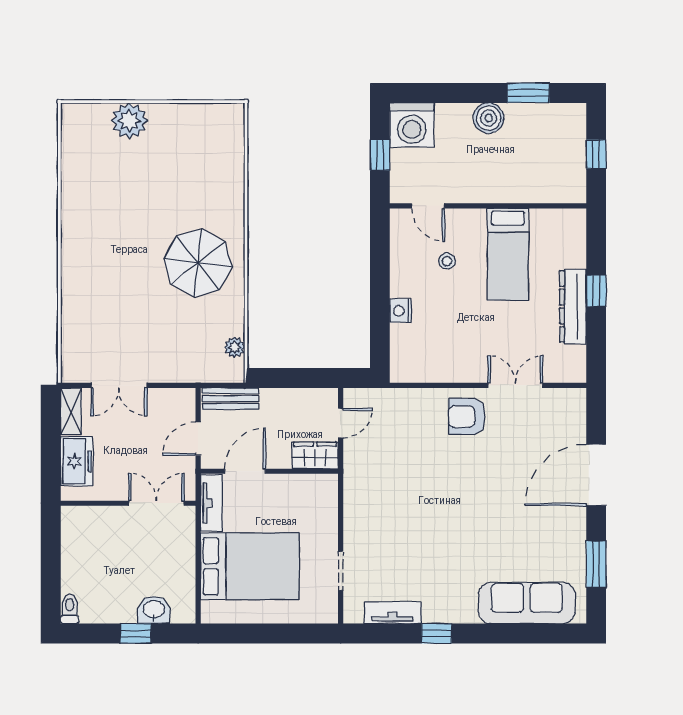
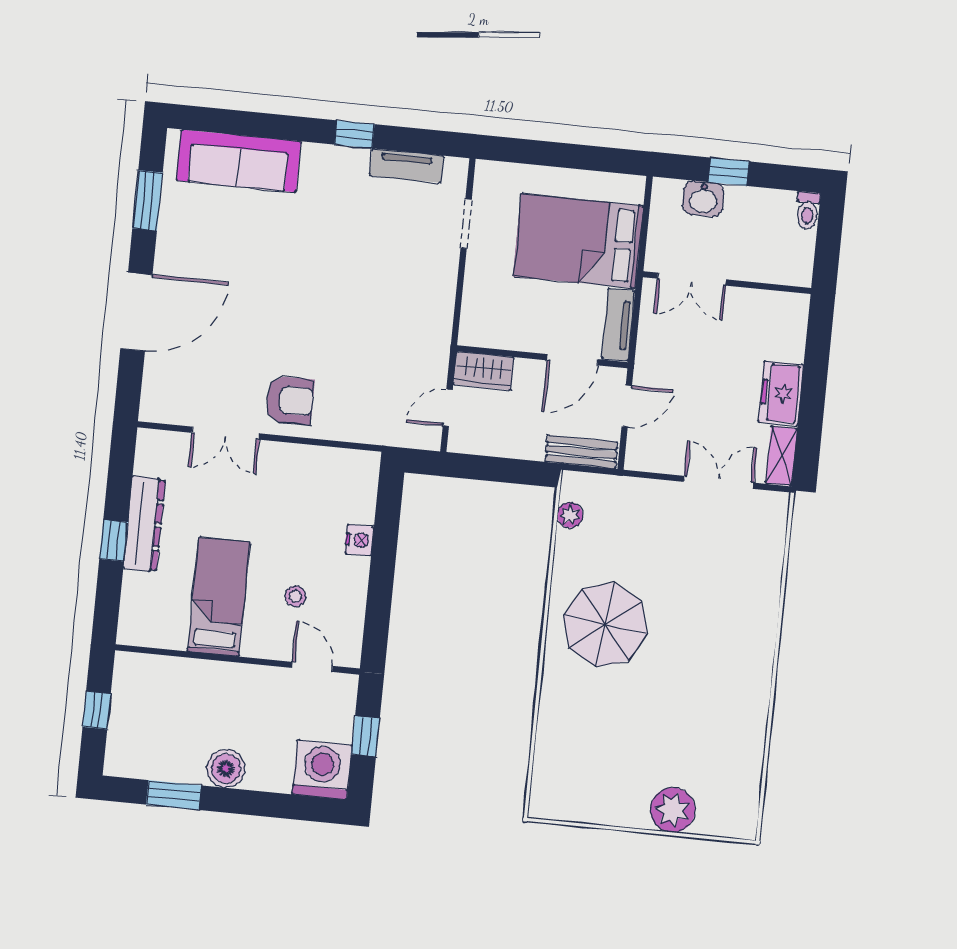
wall: (128, 503) -> (727, 283), moved
double door: (156, 503) -> (692, 279), moved

